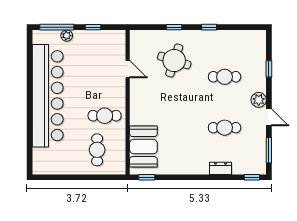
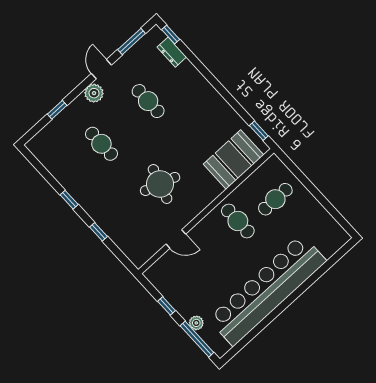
round table: (174, 60) -> (160, 184), moved
door: (128, 69) -> (176, 239), swing flipped
dresser: (220, 168) -> (172, 52), moved

